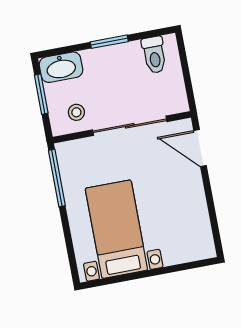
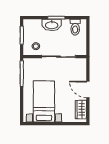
washbasin: (61, 67) -> (52, 25), moved
door: (200, 148) -> (88, 89), moved
wardrobe: (200, 232) -> (81, 109), added

